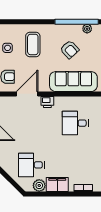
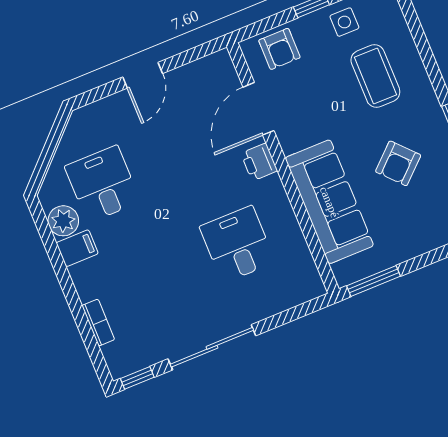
coffee table: (33, 44) -> (375, 76), turned 90
door: (27, 94) -> (259, 109), swing flipped
filing cabinet: (57, 184) -> (77, 248), width x0.50

